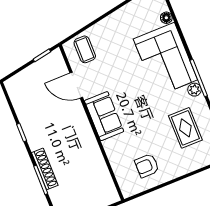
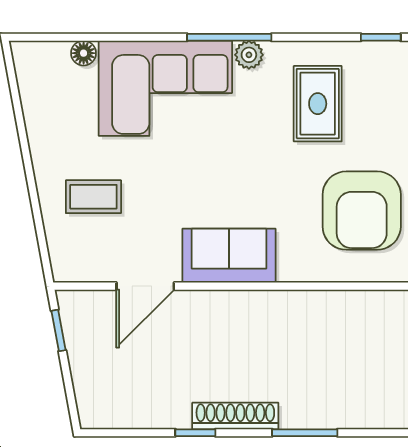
coffee table: (85, 49) -> (93, 197), moved
rug: (185, 128) -> (318, 104), turned 90
armchair: (147, 166) -> (362, 211), width x1.88, depth x1.88
shoe rack: (45, 169) -> (235, 416), moved

